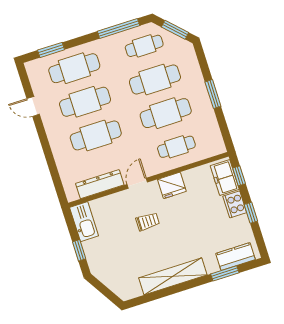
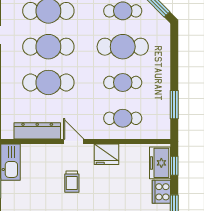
window: (213, 94) -> (174, 105), moved
cafe table: (166, 113) -> (123, 82), width x0.73, depth x0.74
door: (137, 183) -> (74, 141), hinge flipped
trolley: (148, 222) -> (72, 182), turned 90

